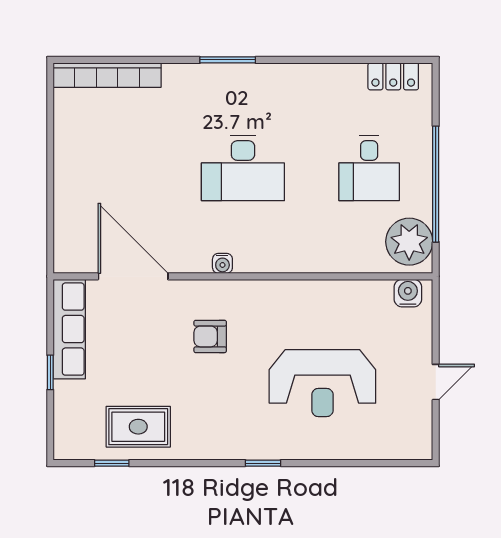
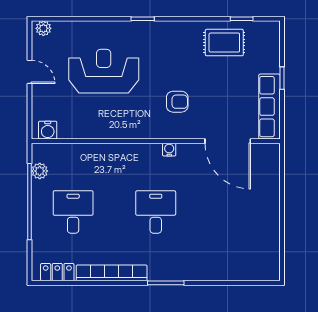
bookcase: (107, 75) -> (112, 273), moved
desk: (243, 168) -> (156, 212), width x0.73
plant: (409, 242) -> (40, 171), width x0.53, depth x0.53
door: (436, 382) -> (29, 72), swing flipped
plant: (414, 448) -> (43, 28), added

